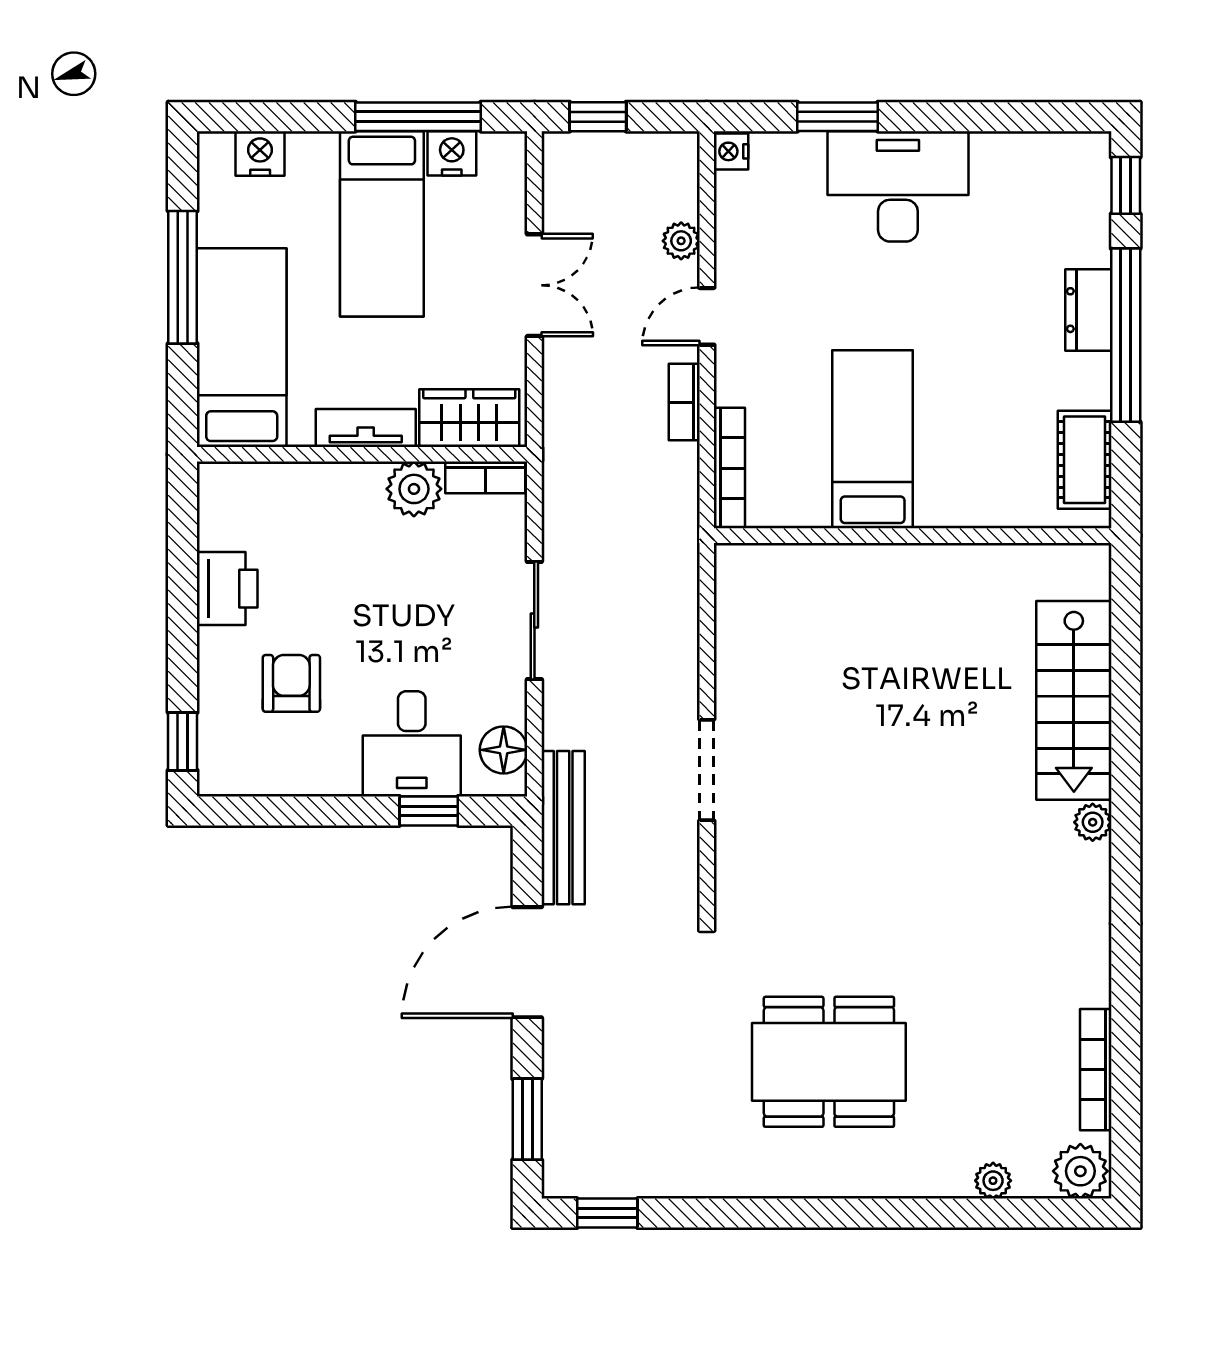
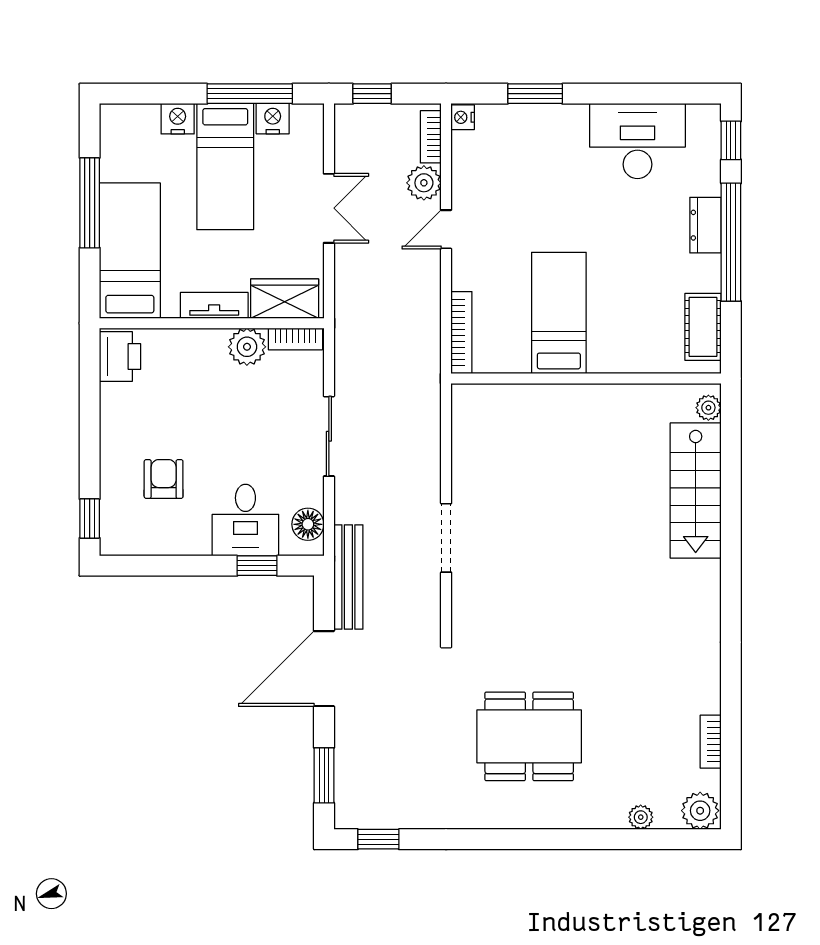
nightstand: (260, 154) -> (178, 119), moved
desk: (898, 186) -> (637, 141), moved
plant: (681, 241) -> (424, 183), width x1.38, depth x1.38
bookcase: (684, 402) -> (431, 137), moved
printer: (227, 589) -> (120, 357), moved
plant: (1093, 822) -> (708, 408), moved
bookcase: (1096, 1070) -> (711, 742), width x0.64

